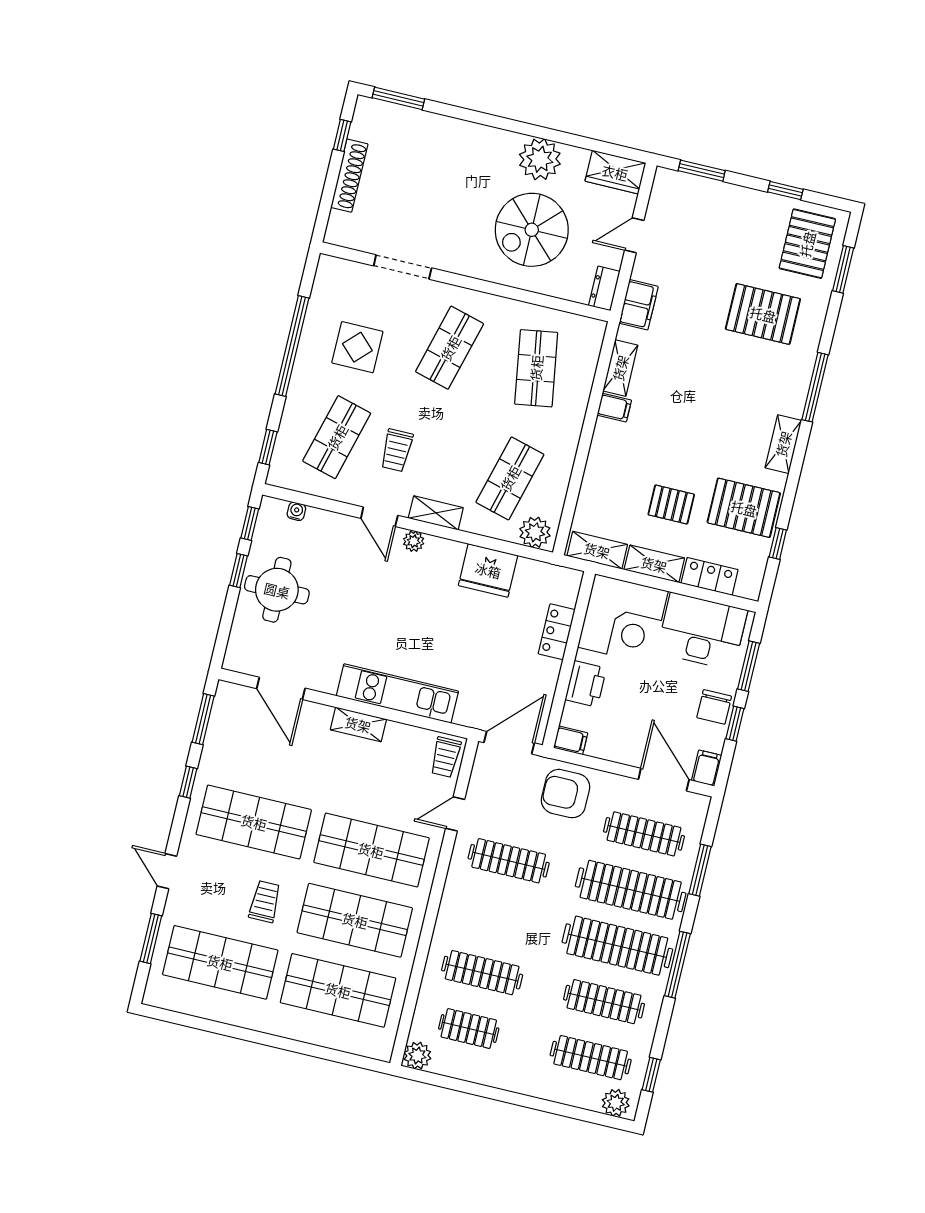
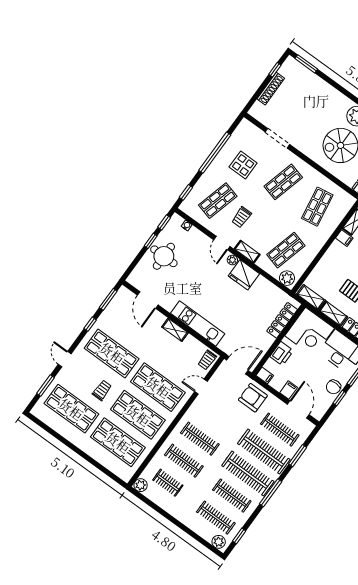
fridge: (488, 570) -> (244, 275), moved
locker: (557, 632) -> (282, 320), width x1.53
filing cabinet: (707, 768) -> (289, 390), moved
clothes rail: (509, 861) -> (200, 439), moved

